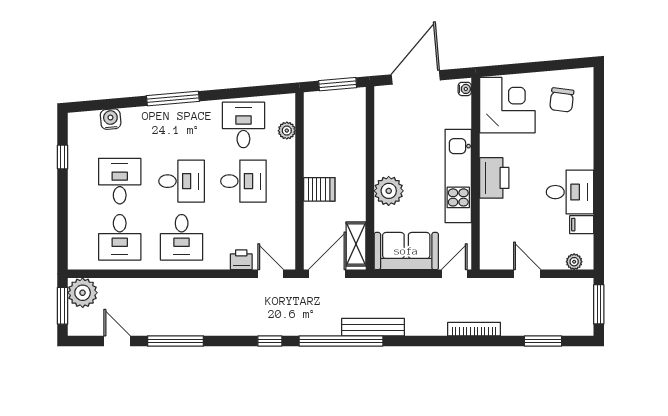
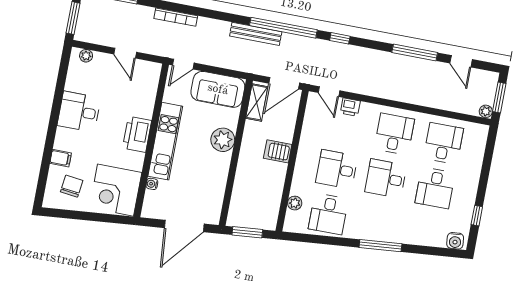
water cooler: (465, 89) -> (152, 184), moved
water cooler: (111, 119) -> (455, 241), moved
filing cabinet: (582, 225) -> (61, 158), moved
plant: (83, 293) -> (486, 111), width x0.53, depth x0.53

